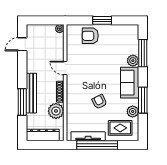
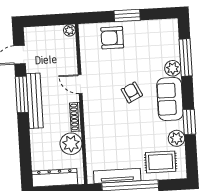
bench: (31, 93) -> (35, 101), moved
window: (143, 100) -> (189, 122), width x0.69
window: (22, 102) -> (22, 94), moved
armchair: (99, 102) -> (132, 92), moved

